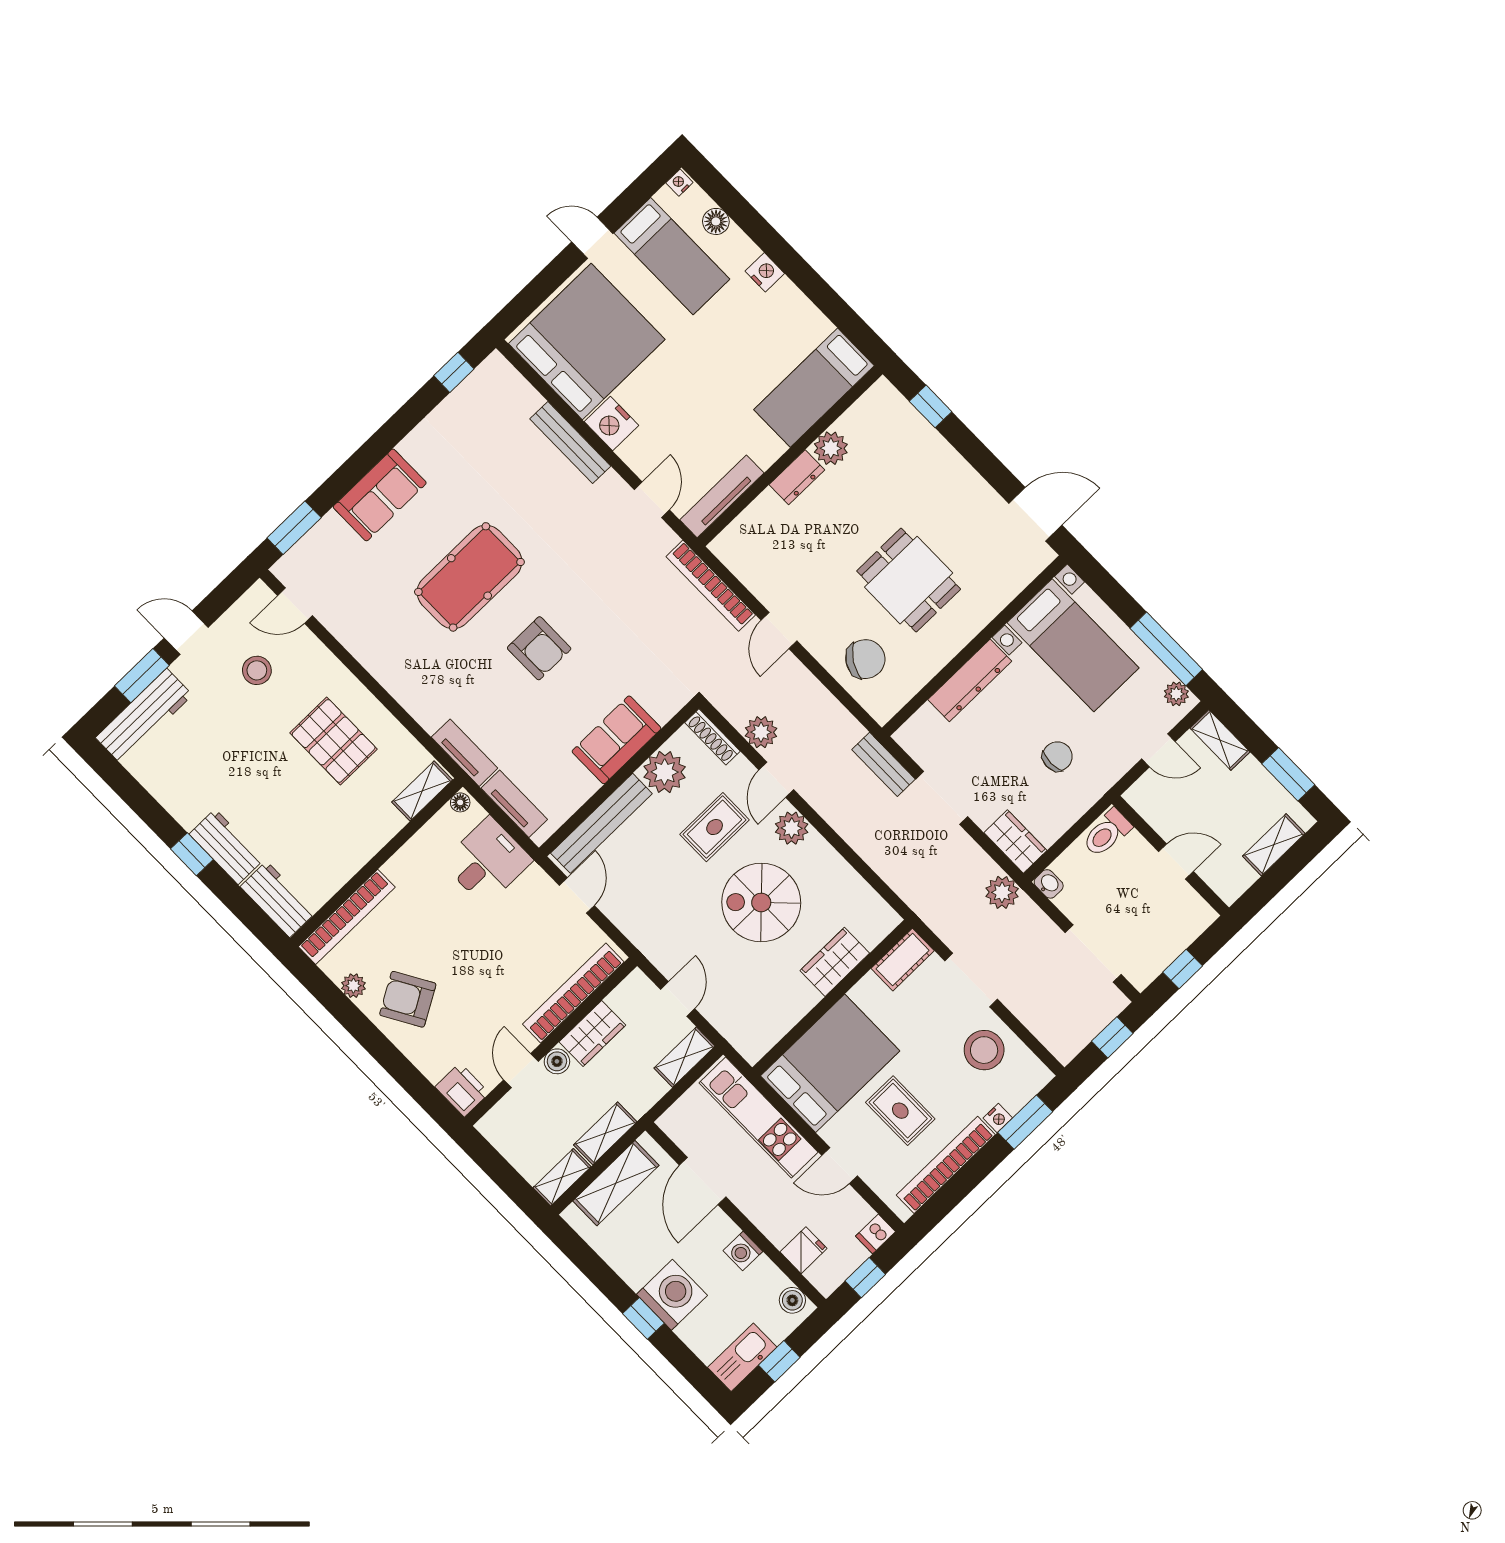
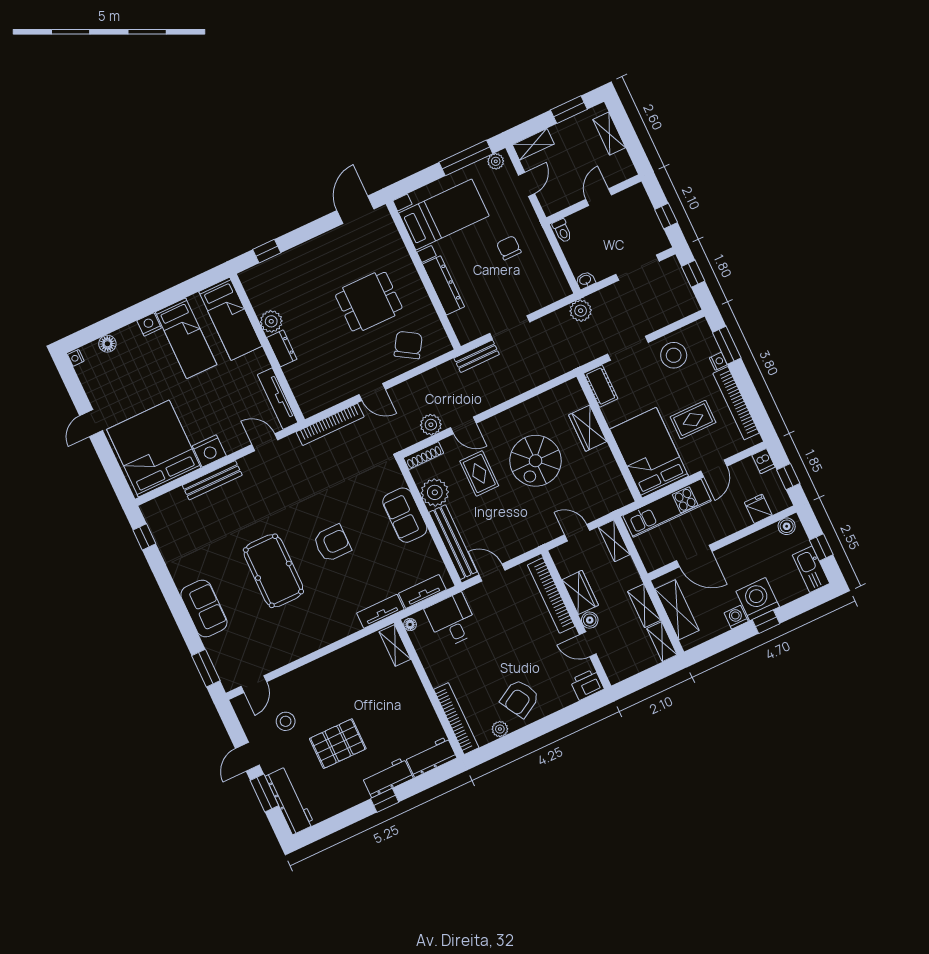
bed: (672, 256) -> (186, 338), moved, turned 90
pallet: (334, 741) -> (338, 744), moved
plant: (792, 828) -> (496, 426), removed
toilet: (1107, 833) -> (562, 231), width x0.73, depth x0.72
wardrobe: (1015, 842) -> (552, 292), removed
washing machine: (743, 1251) -> (736, 617), moved, turned 180

